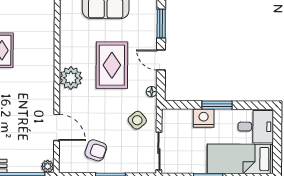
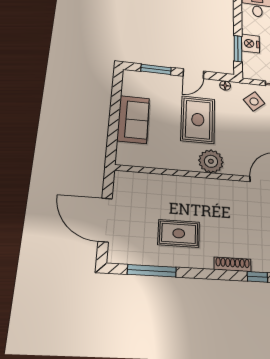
rug: (112, 65) -> (198, 120), turned 90
window: (217, 105) -> (238, 49), moved

